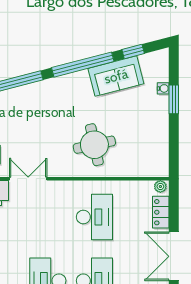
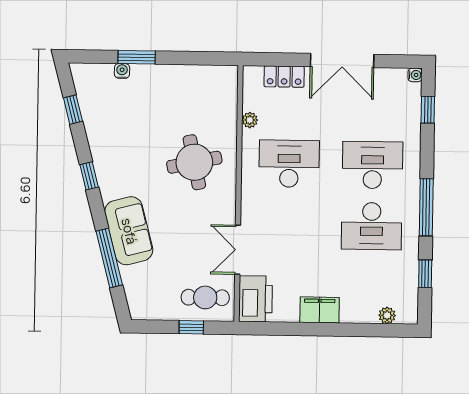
window: (83, 65) -> (89, 176), width x0.32
sofa: (116, 76) -> (129, 231), moved
plant: (160, 186) -> (250, 120), moved

